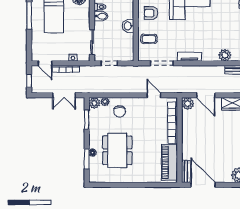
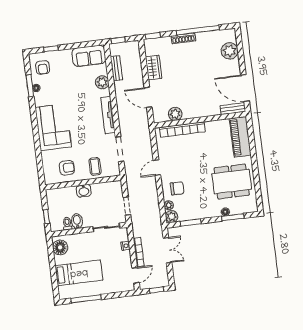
armchair: (151, 13) -> (67, 168), turned -90
tv unit: (189, 57) -> (108, 115), width x1.41
door: (154, 95) -> (157, 168), moved
door: (206, 95) -> (148, 97), swing flipped
plant: (188, 104) -> (175, 114), moved
dining table: (117, 150) -> (232, 182), moved
piano: (169, 162) -> (240, 137), moved, turned 90
door: (203, 185) -> (245, 88), hinge flipped

